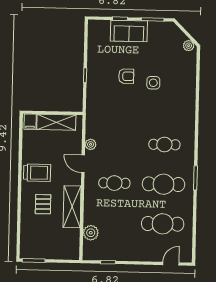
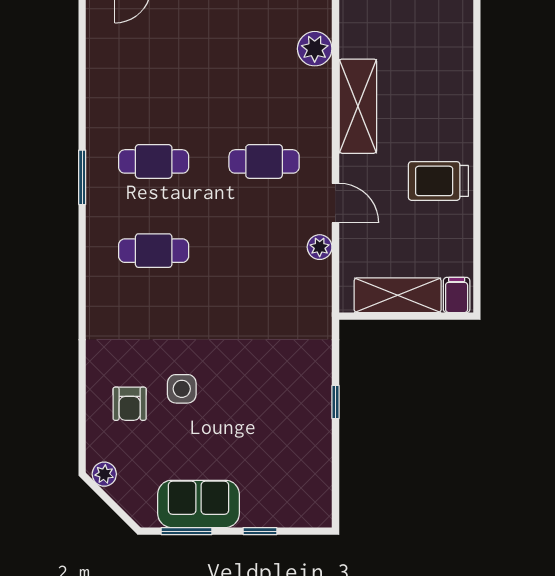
sofa: (129, 31) -> (198, 504), moved
armchair: (126, 76) -> (130, 404), moved, turned -90
cafe table: (164, 184) -> (154, 161), width x0.73, depth x0.74
pallet: (43, 204) -> (423, 111), removed
cafe table: (163, 224) -> (154, 72), removed

